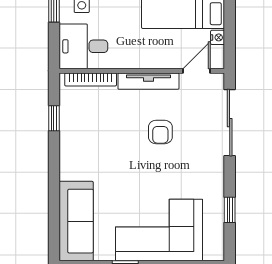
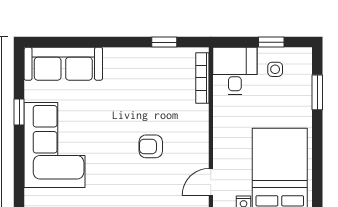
door: (197, 71) -> (211, 182), swing flipped
tv unit: (148, 81) -> (201, 135), removed

